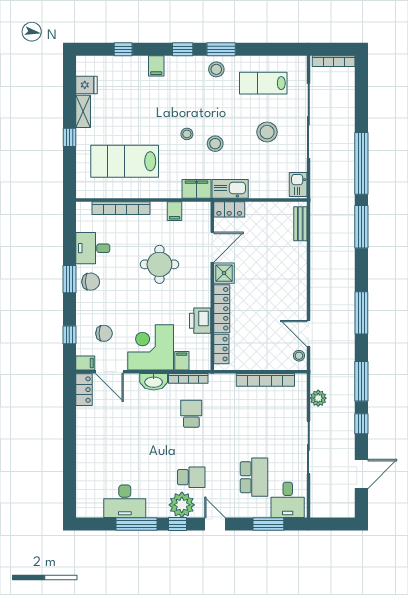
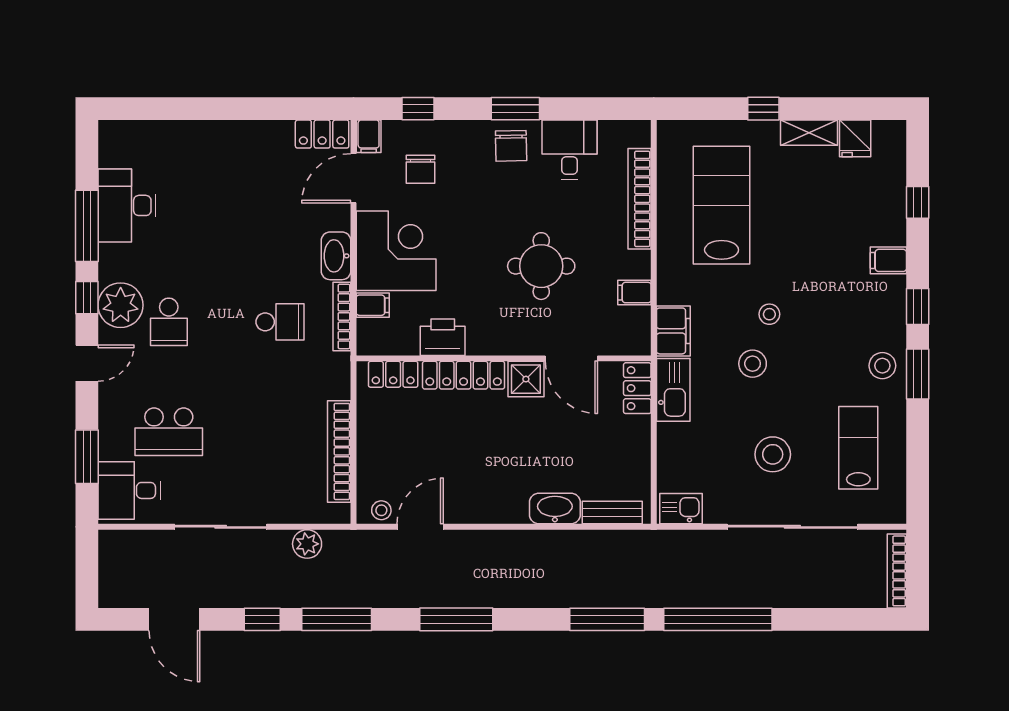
washbasin: (298, 257) -> (555, 509), added

